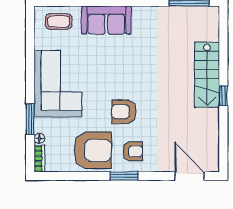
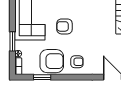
armchair: (124, 112) -> (64, 26), moved
window: (124, 176) -> (42, 77), moved

